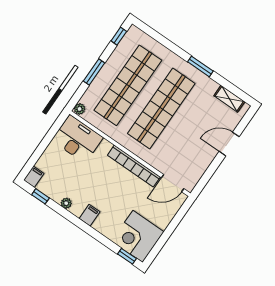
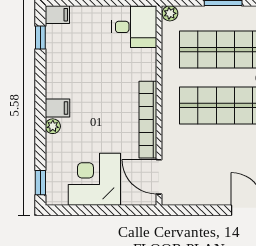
desk: (78, 139) -> (134, 27), width x0.73
plant: (66, 203) -> (53, 126), moved
corner desk: (138, 236) -> (94, 179), moved

